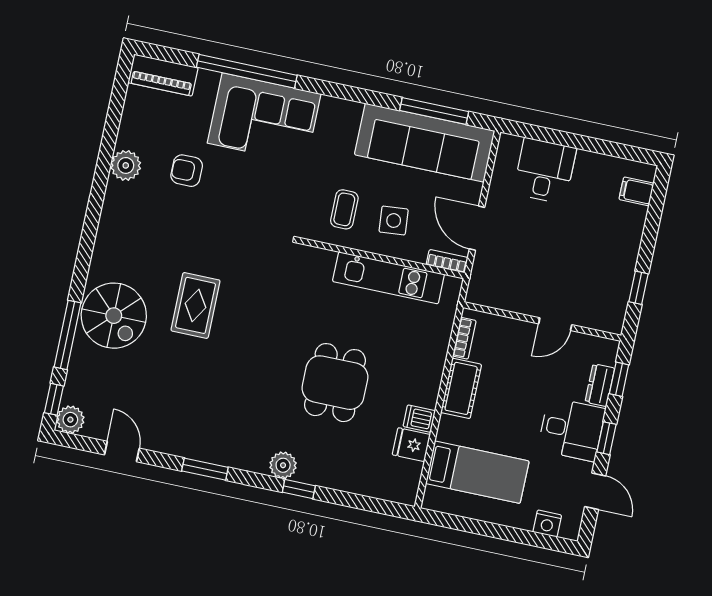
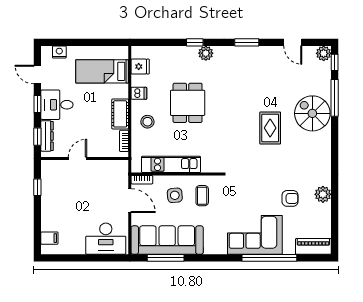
desk: (545, 171) -> (106, 239), width x1.37
stool: (415, 364) -> (147, 122), added
dresser: (600, 385) -> (47, 136), width x1.44
fridge: (411, 445) -> (140, 67), moved

